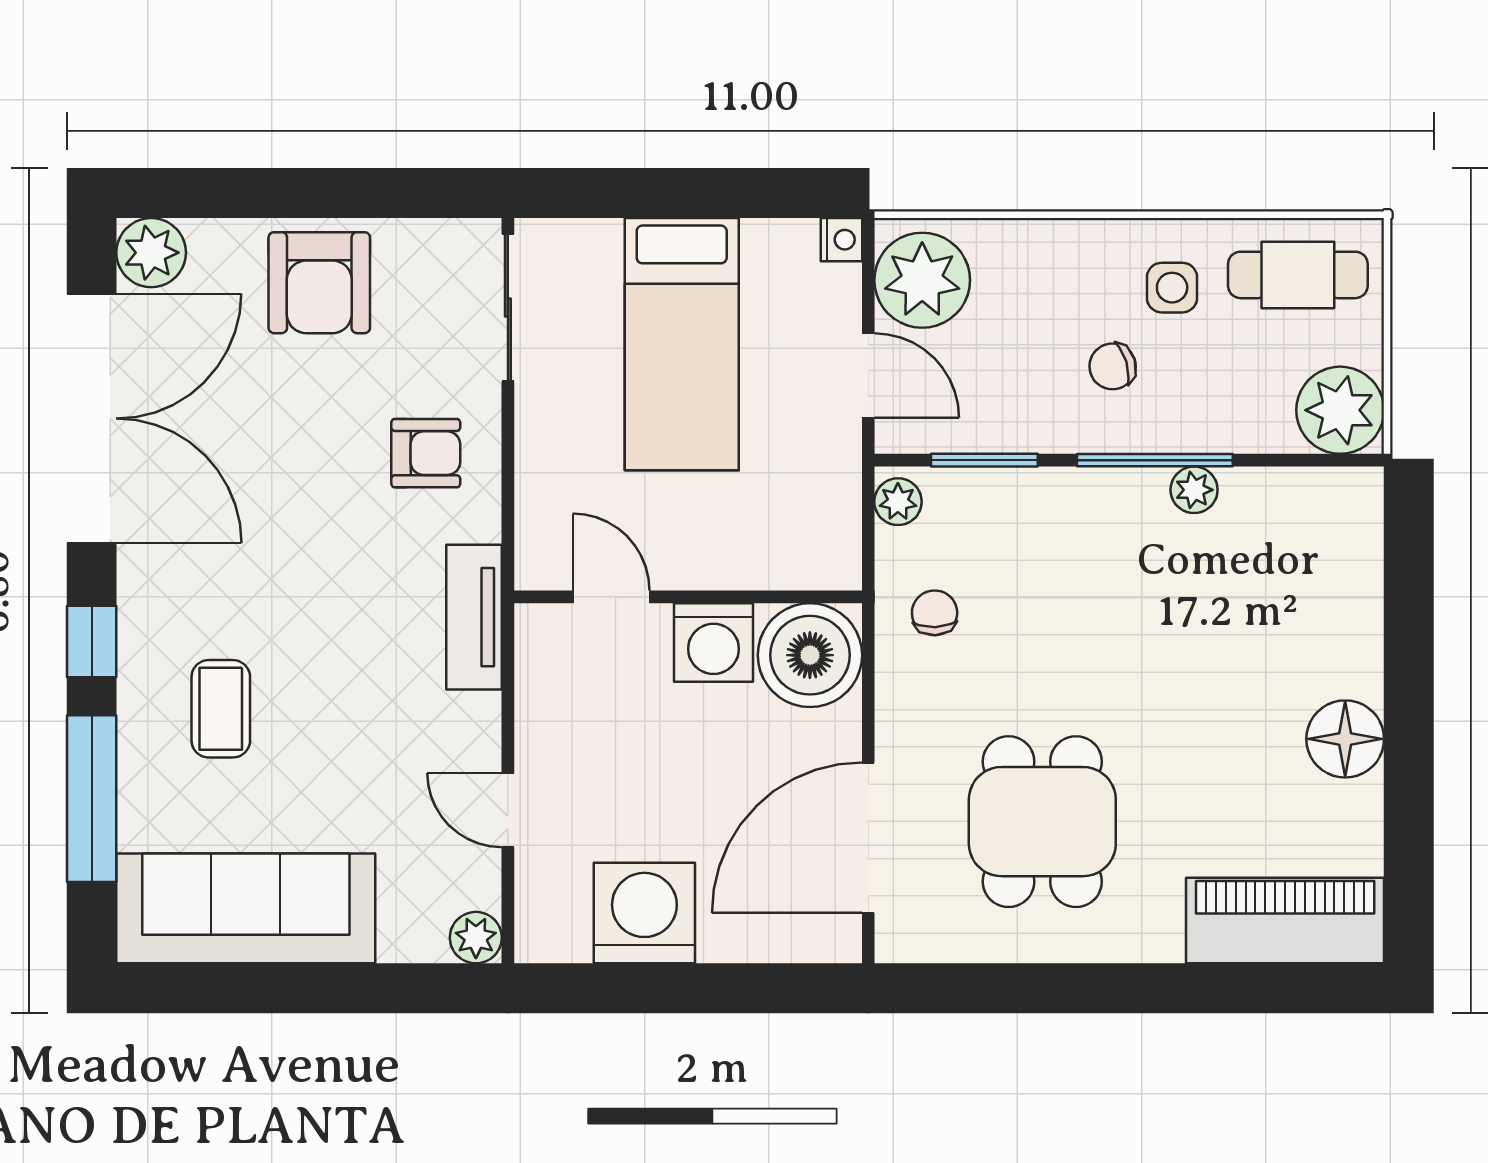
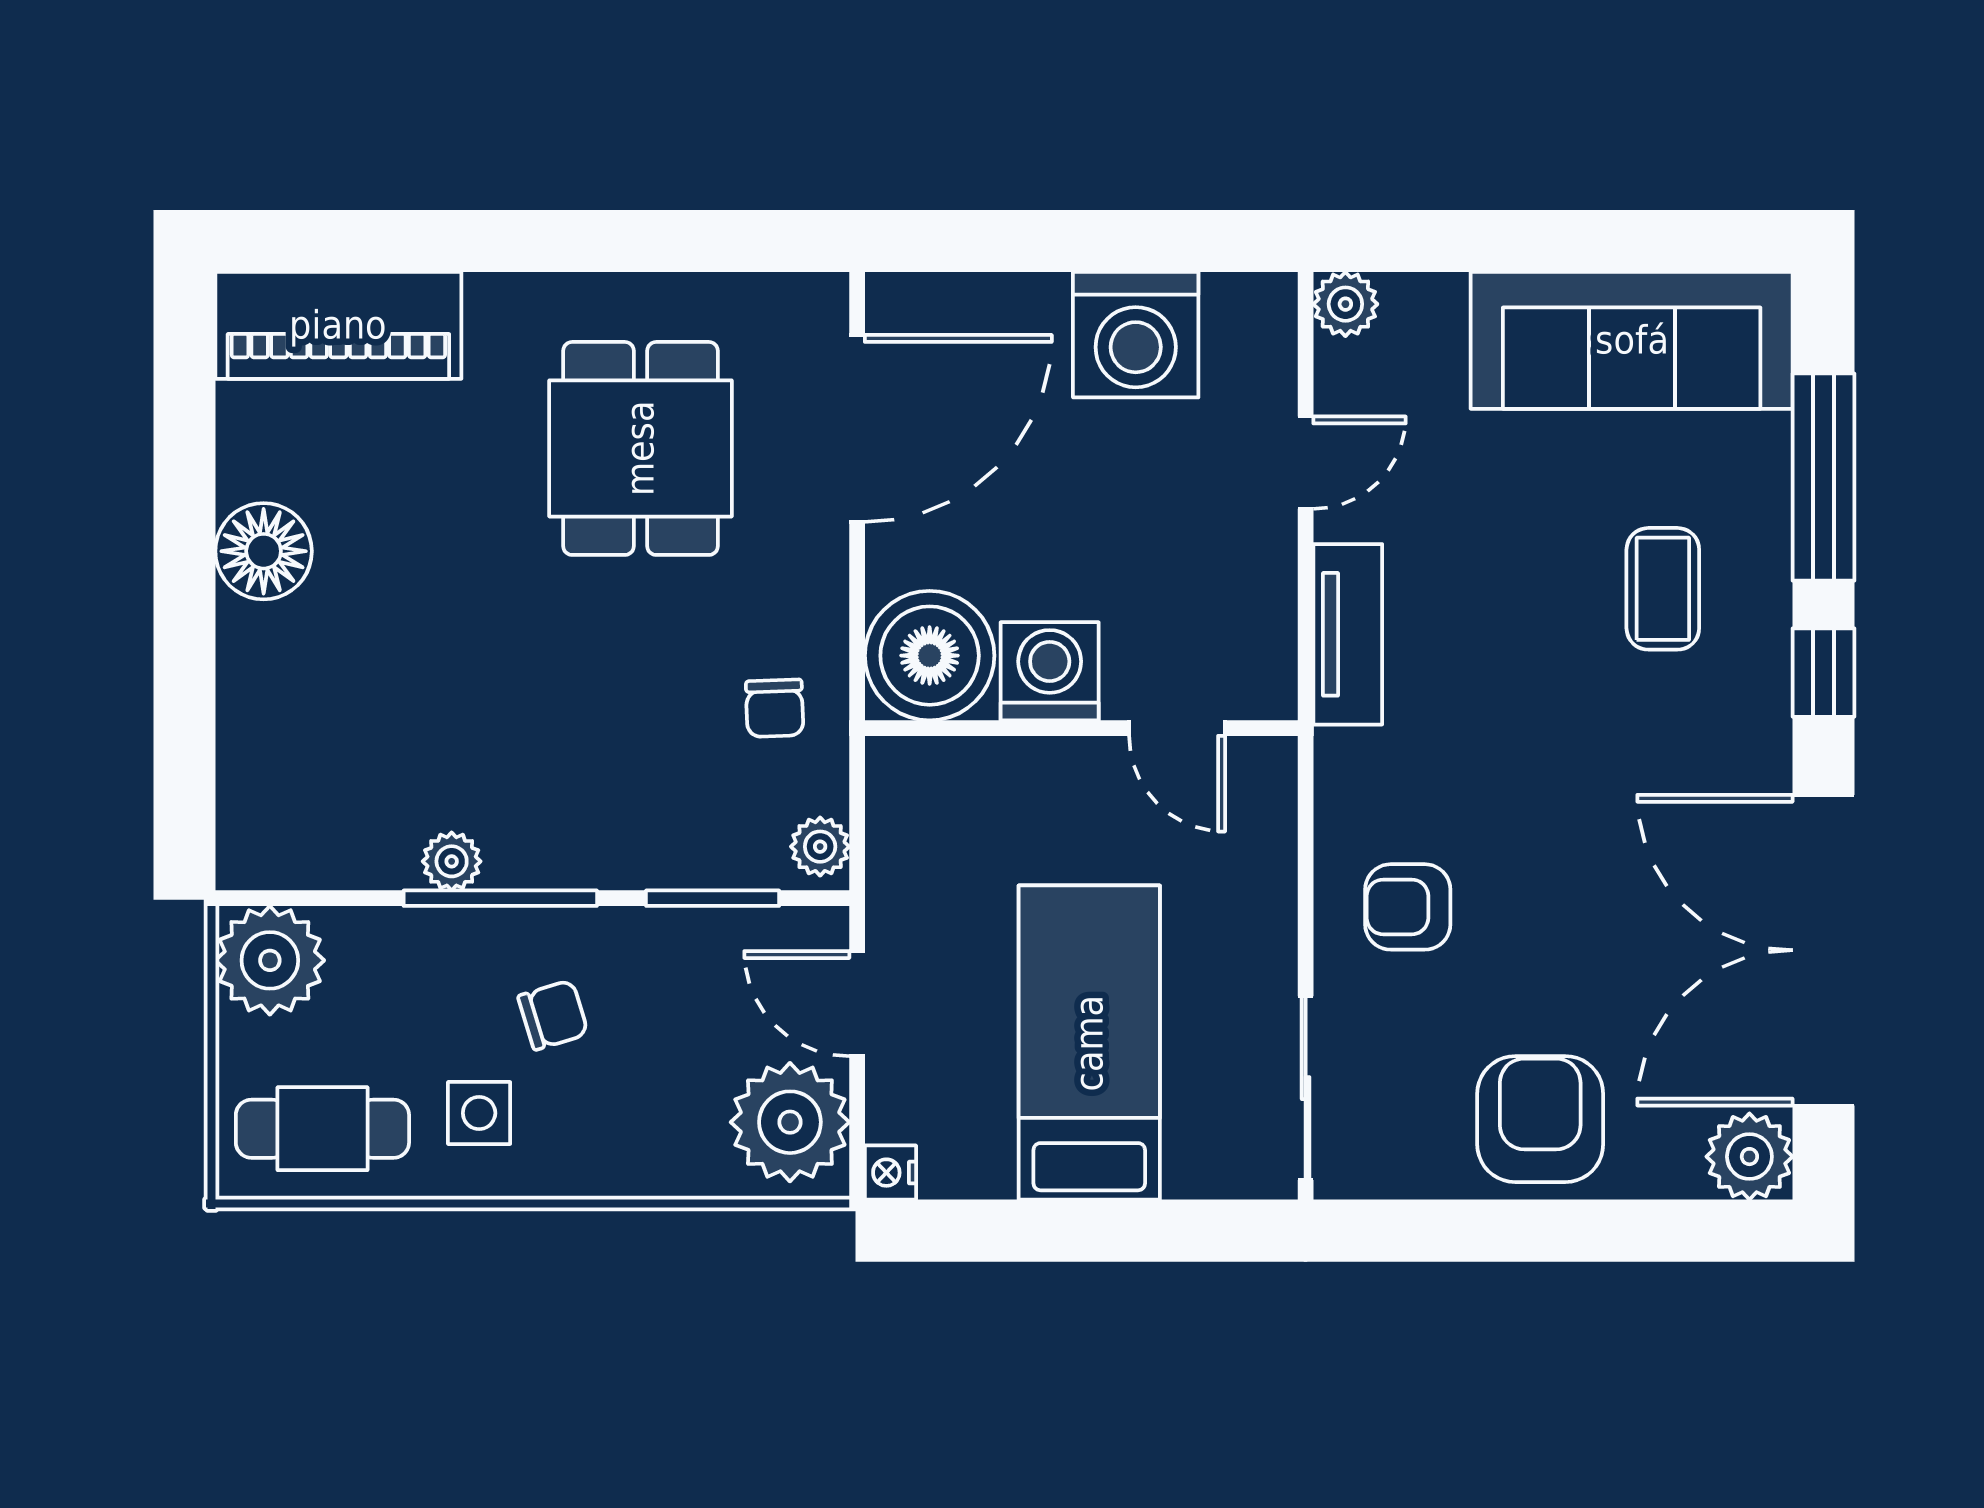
tv unit: (474, 617) -> (1348, 634), moved
door: (508, 810) -> (1306, 463), hinge flipped

